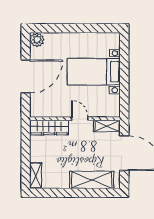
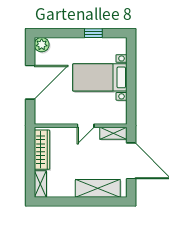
window: (87, 28) -> (93, 33), added
door: (80, 119) -> (86, 126), swing flipped
wardrobe: (49, 128) -> (42, 150), moved, turned -90

